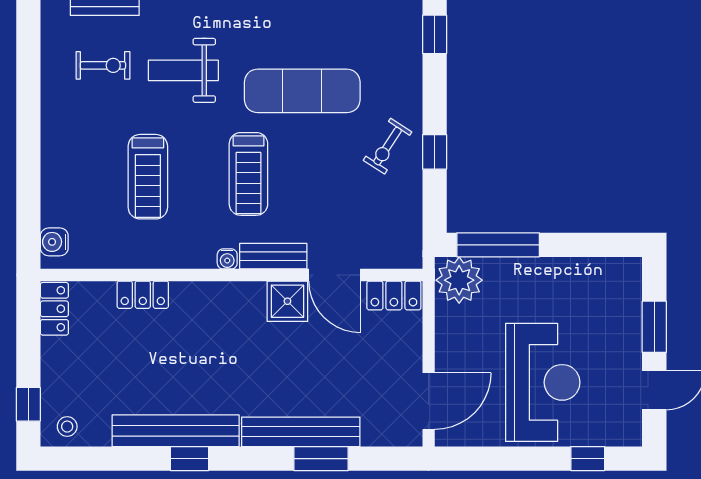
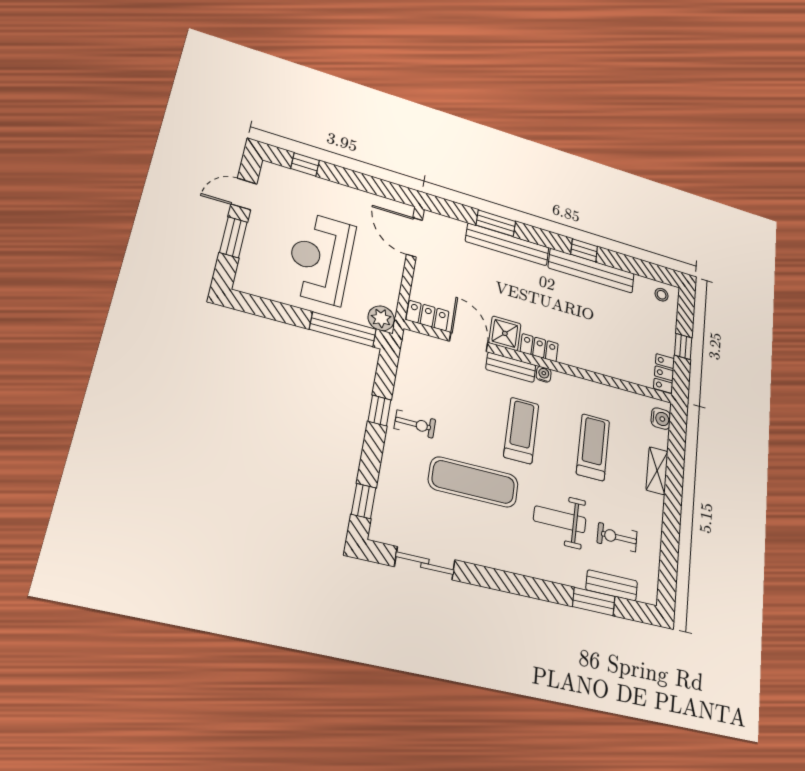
weight bench: (183, 70) -> (560, 519), turned 180
exercise bike: (388, 146) -> (415, 424), turned 57
shelving: (54, 168) -> (657, 471), added
plant: (459, 280) -> (381, 318), width x0.73, depth x0.73
locker: (143, 295) -> (539, 348), moved
reception desk: (543, 382) -> (321, 258), moved
door: (429, 401) -> (414, 237), hinge flipped
window: (28, 404) -> (683, 347), moved

